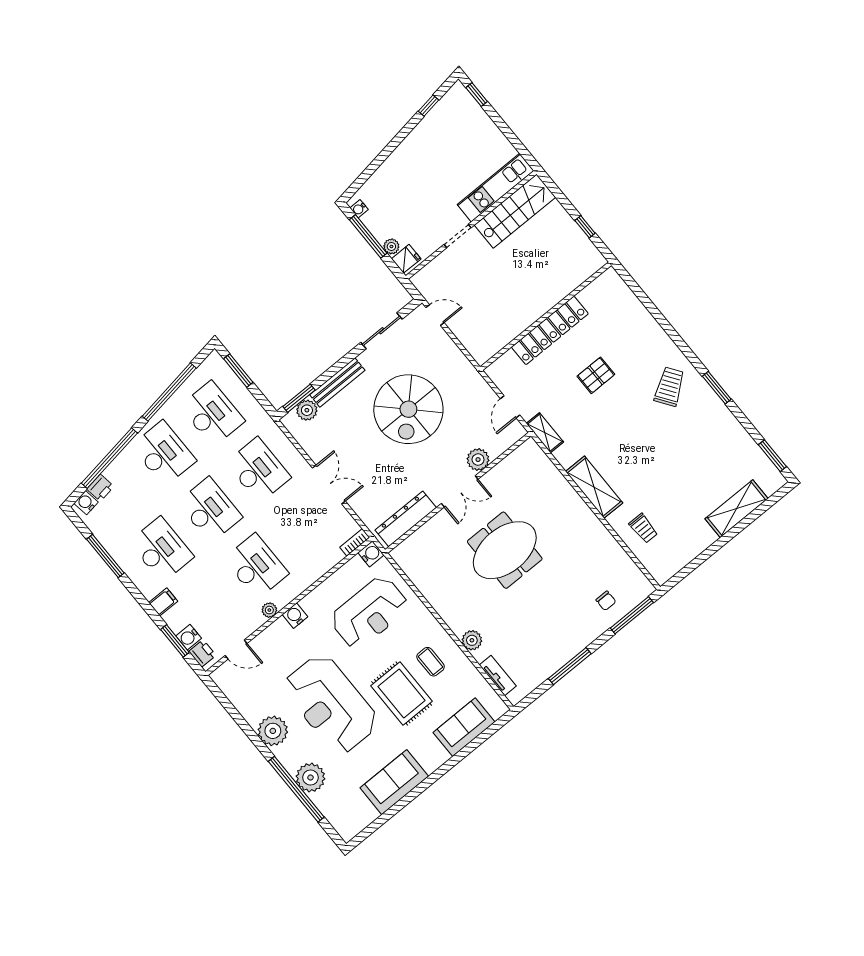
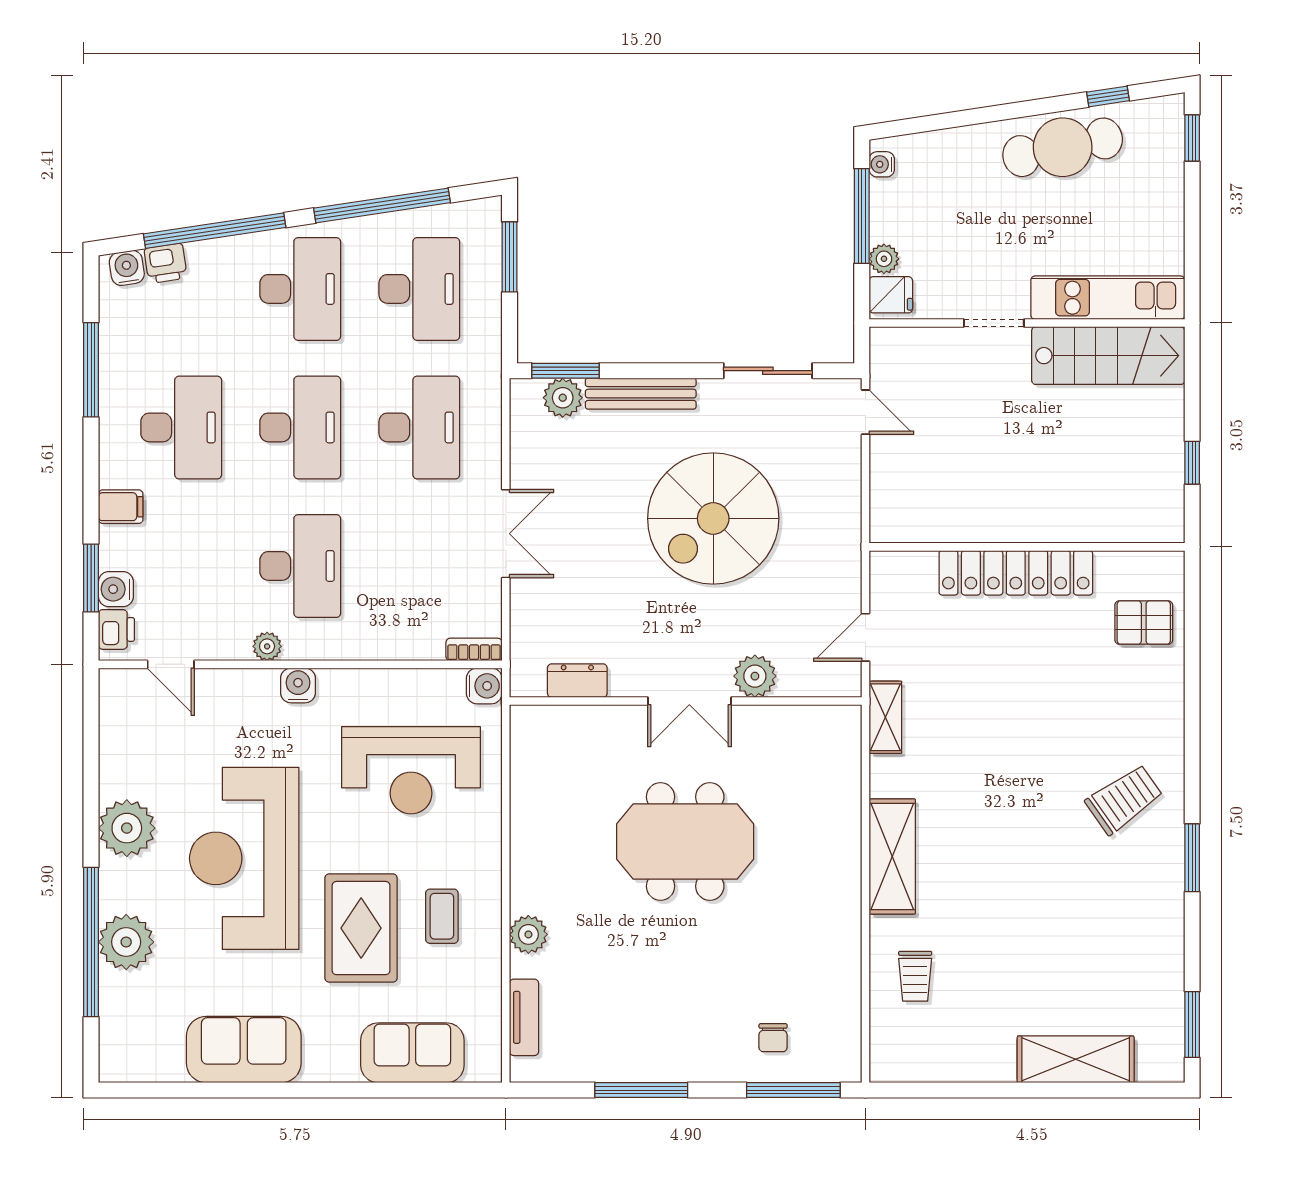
cafe table: (427, 141) -> (1063, 147), added
pallet: (596, 375) -> (1144, 623), moved
dresser: (406, 519) -> (577, 681), width x0.51, depth x0.80

